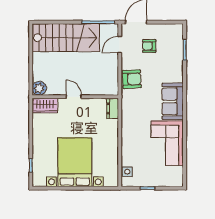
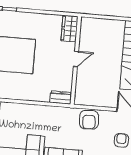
plant: (39, 88) -> (88, 24), removed

